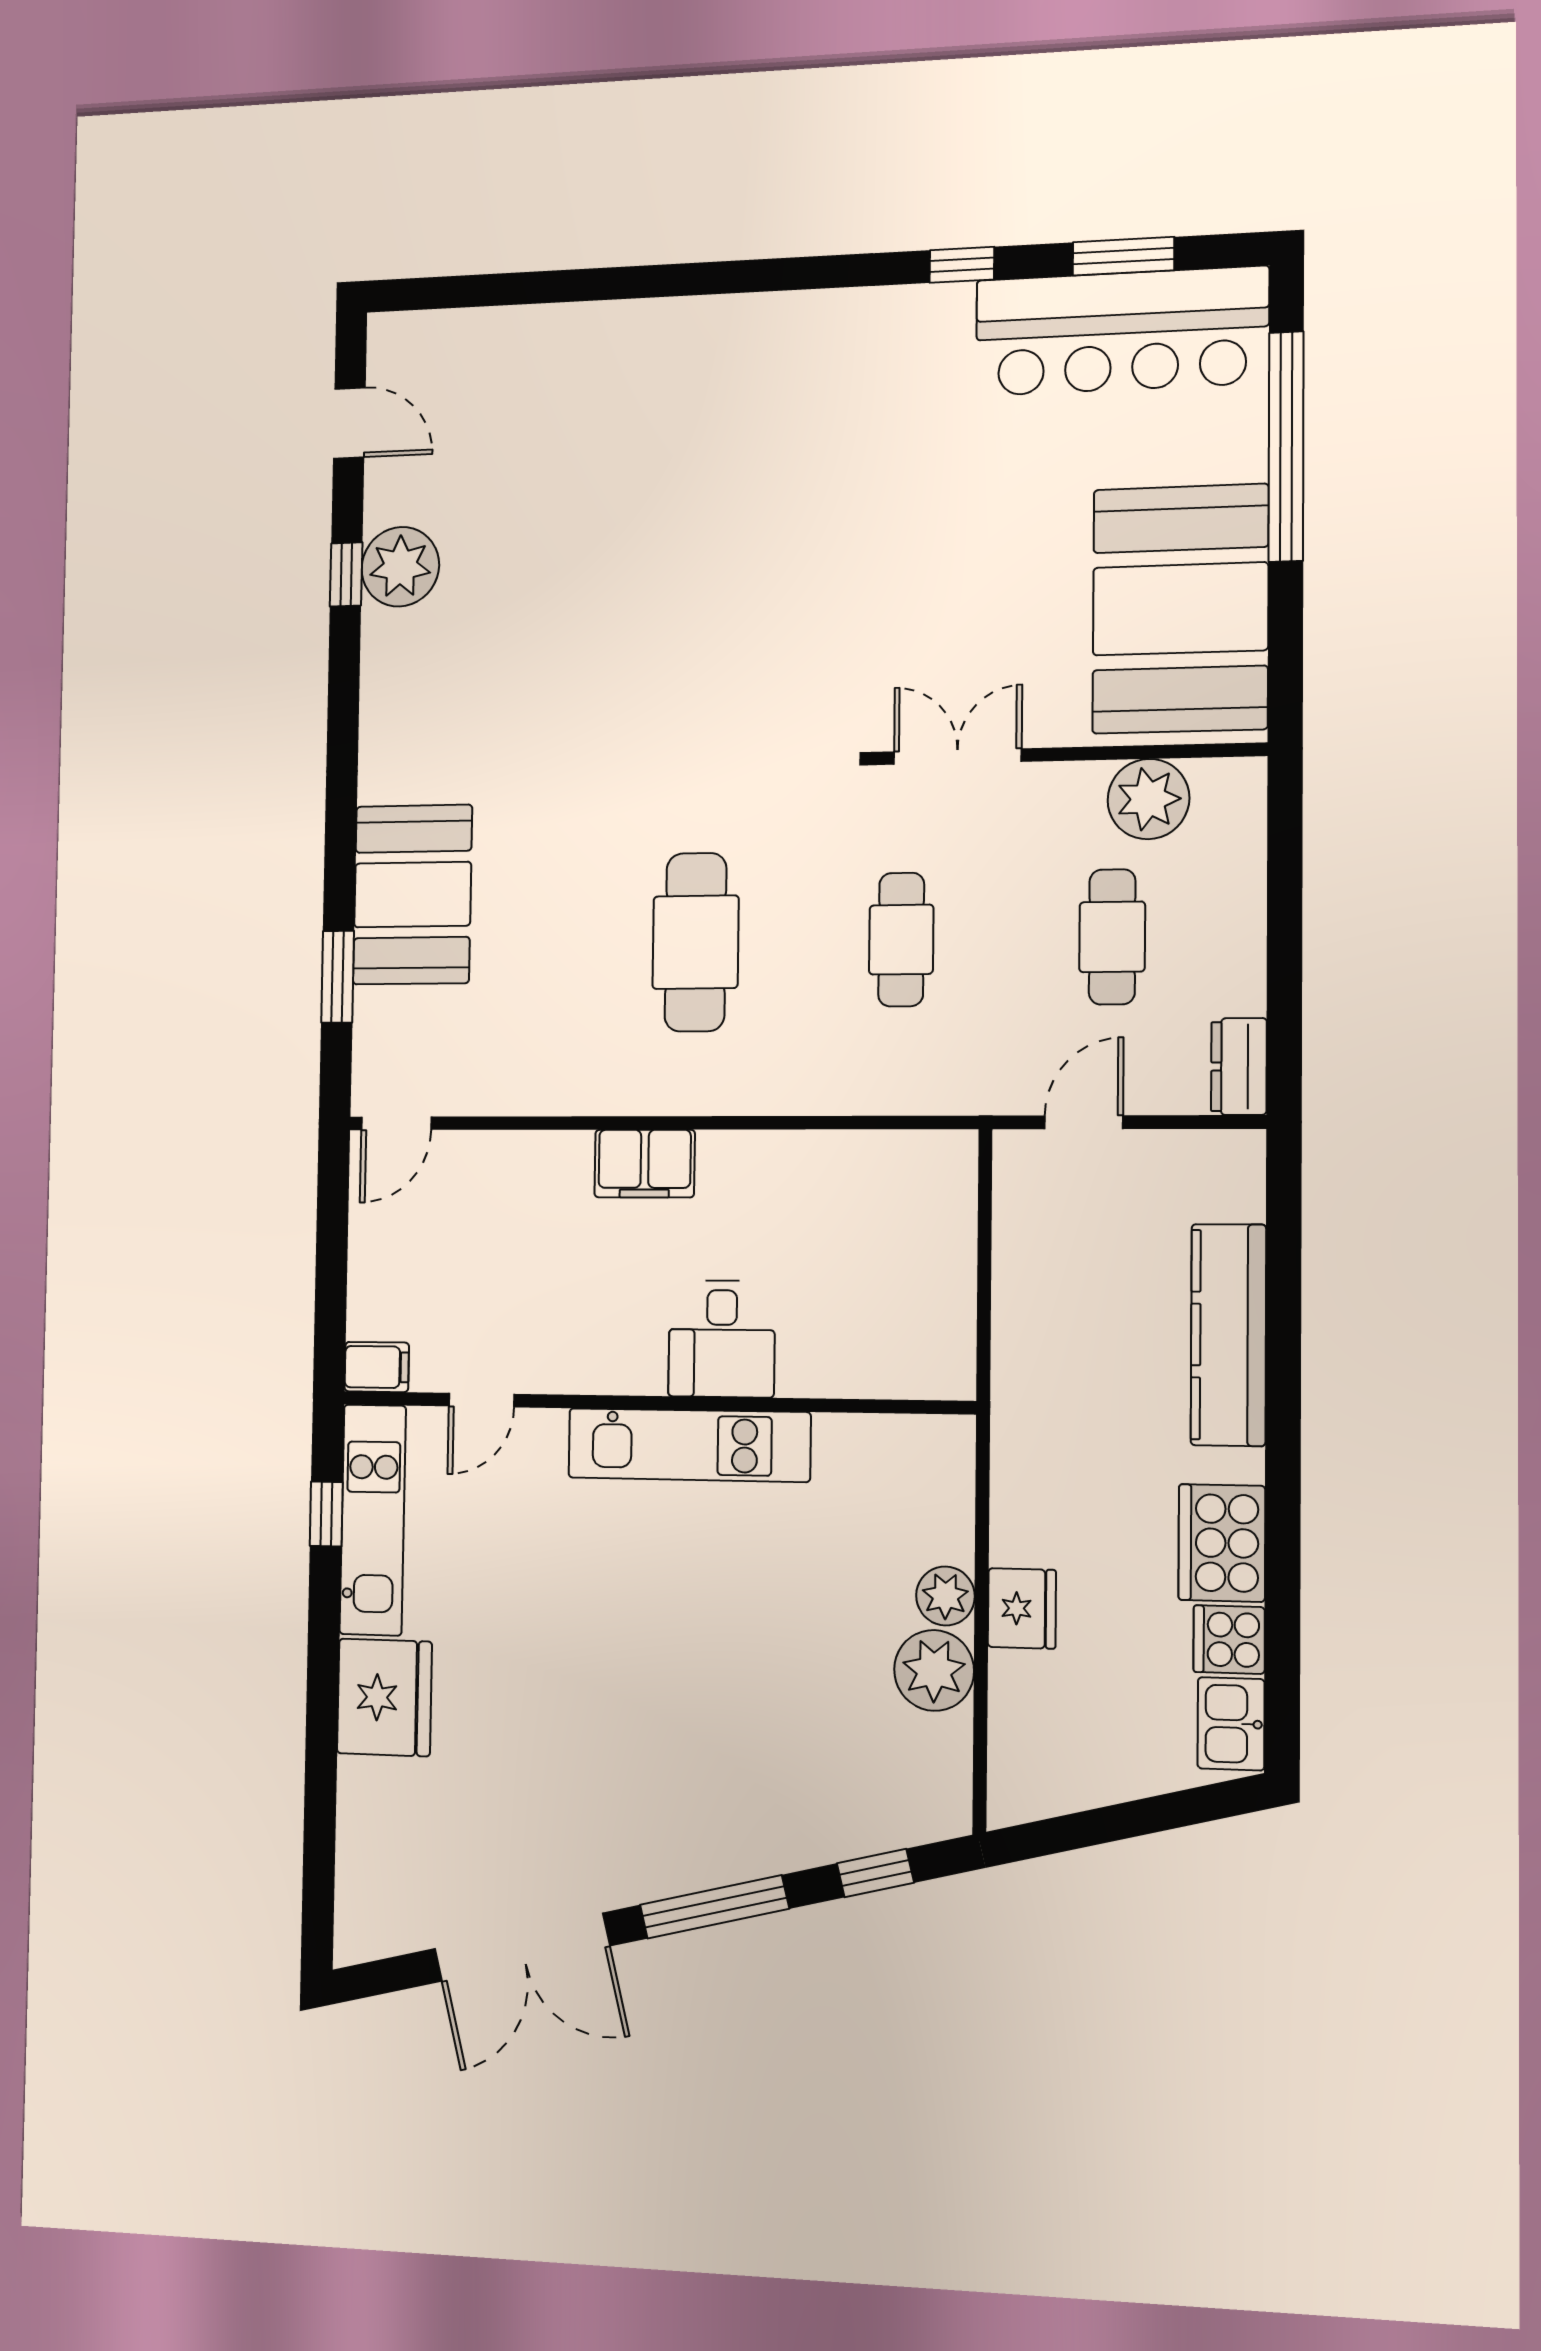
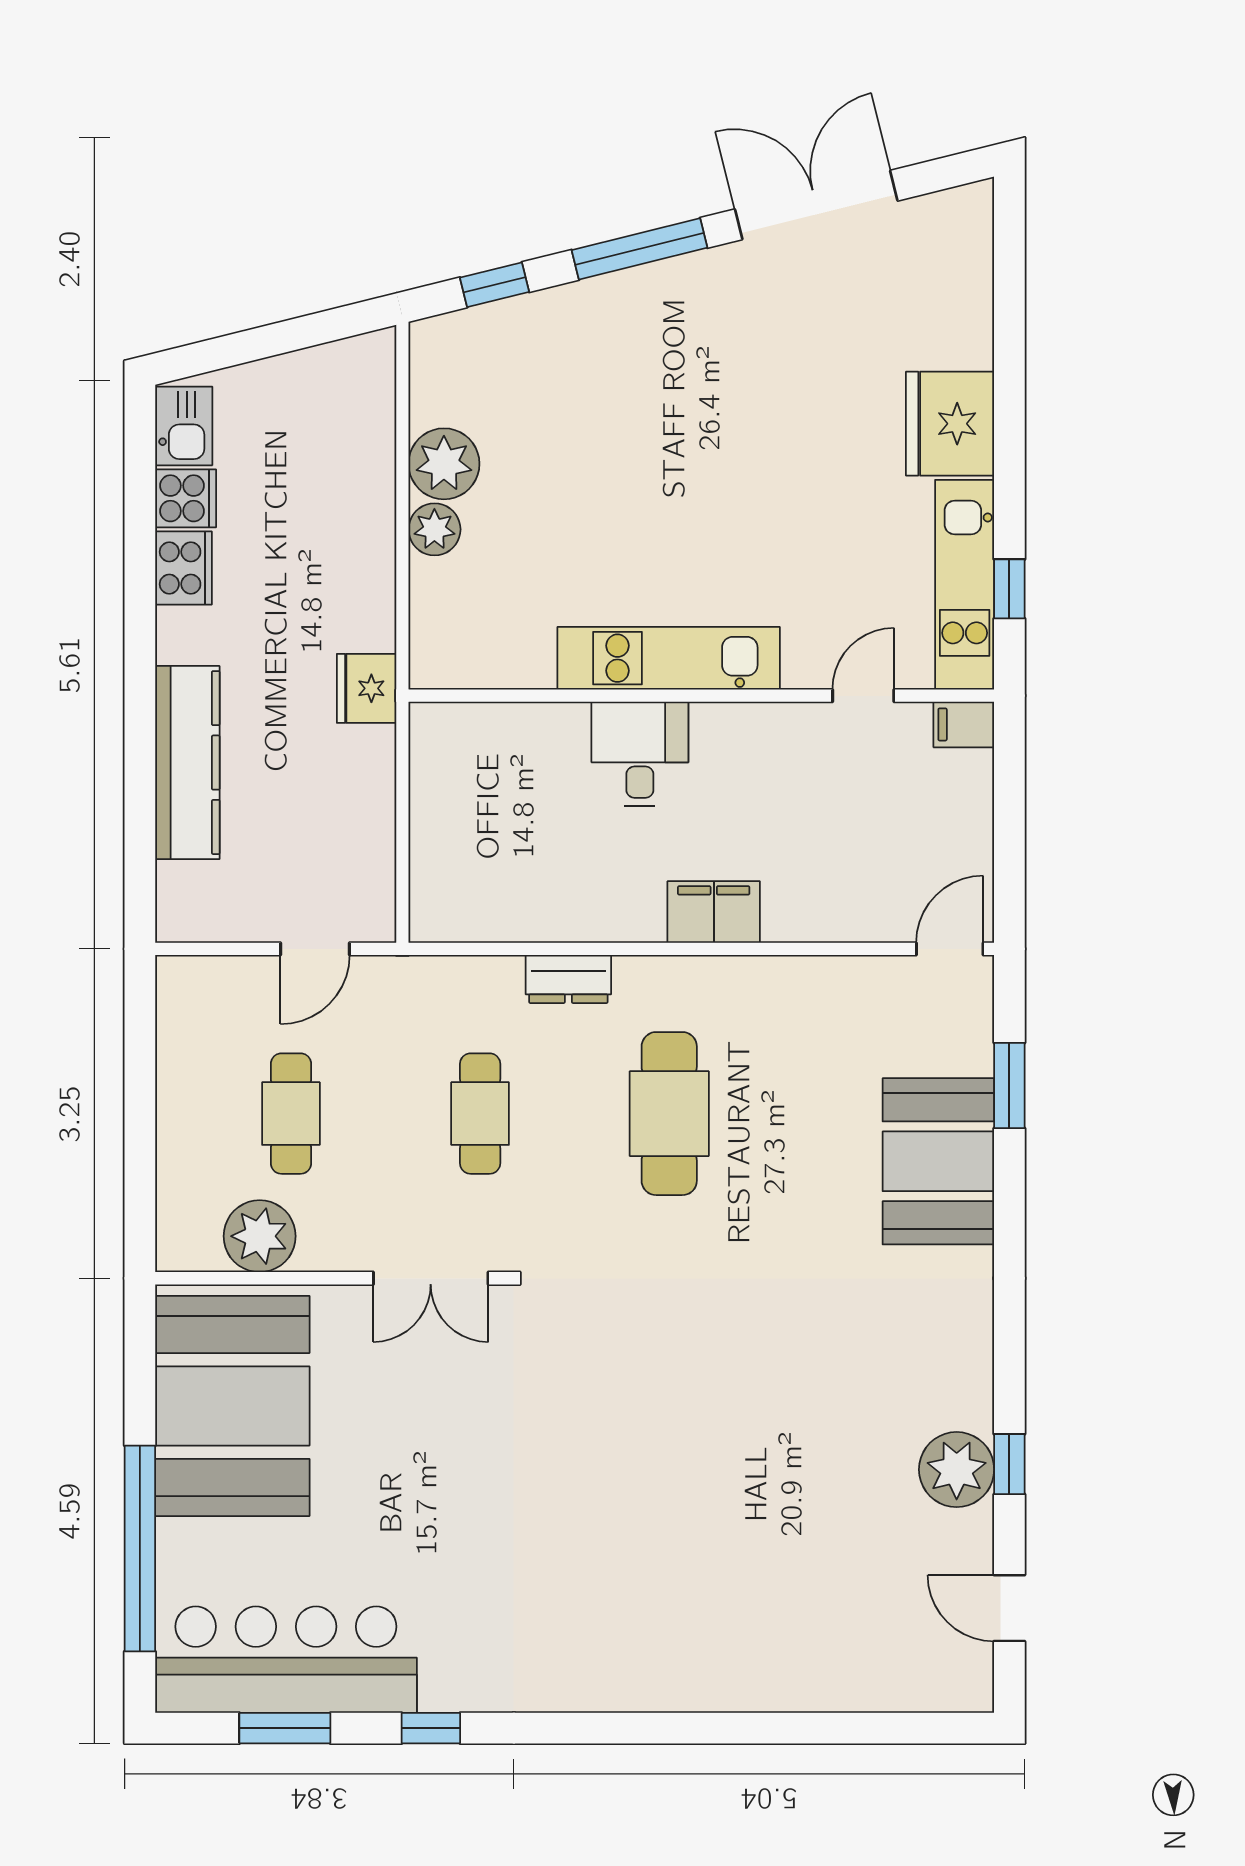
dresser: (1239, 1066) -> (568, 979), moved, turned 90
cooker: (1222, 1543) -> (183, 568), width x0.73, depth x0.76
fridge: (1022, 1608) -> (367, 688), moved

